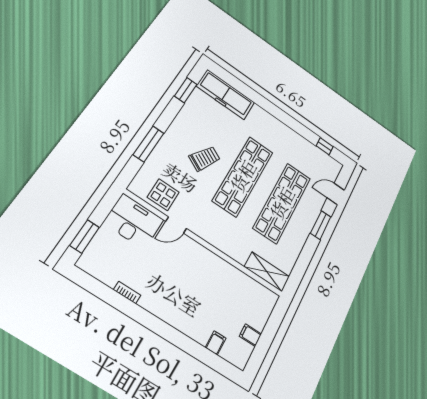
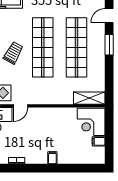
corner desk: (254, 303) -> (91, 122), added
filing cabinet: (216, 343) -> (52, 158), moved

